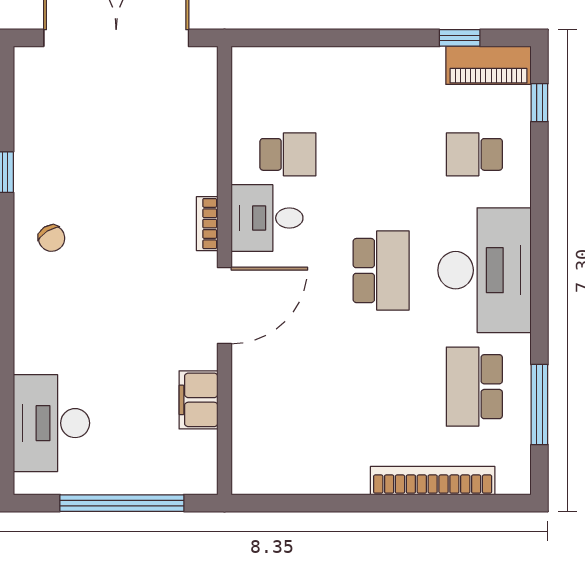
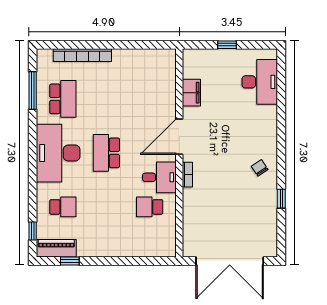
window: (122, 503) -> (227, 45), width x0.32

